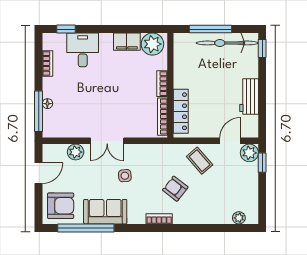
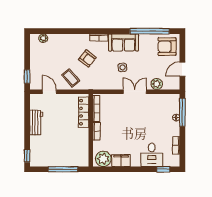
bicycle: (227, 43) -> (51, 160), removed
door: (230, 141) -> (49, 92), swing flipped
plant: (249, 153) -> (36, 83), removed
sofa: (105, 212) -> (123, 42), moved

